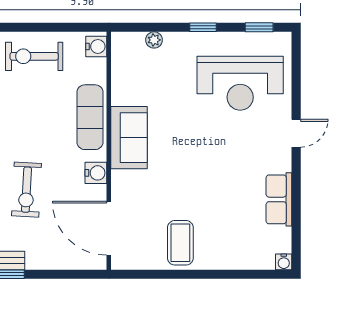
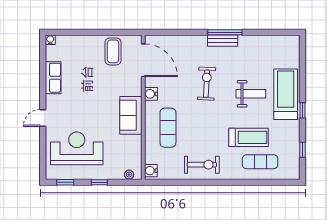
water cooler: (96, 46) -> (151, 171), moved
sofa: (129, 138) -> (131, 115), moved
wall: (109, 151) -> (143, 107), moved
water cooler: (96, 173) -> (151, 94), moved
door: (109, 228) -> (143, 60), moved

